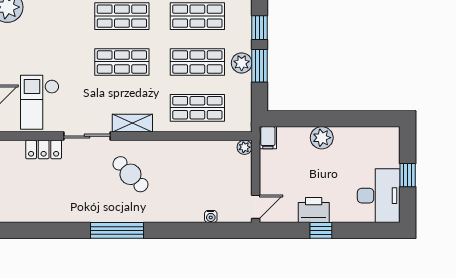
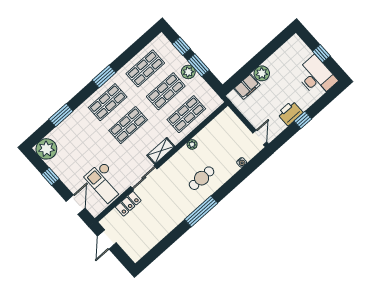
filing cabinet: (268, 138) -> (247, 87), moved, width x2.00
plant: (244, 147) -> (192, 144), moved
cafe table: (130, 174) -> (202, 178), moved, turned -46

